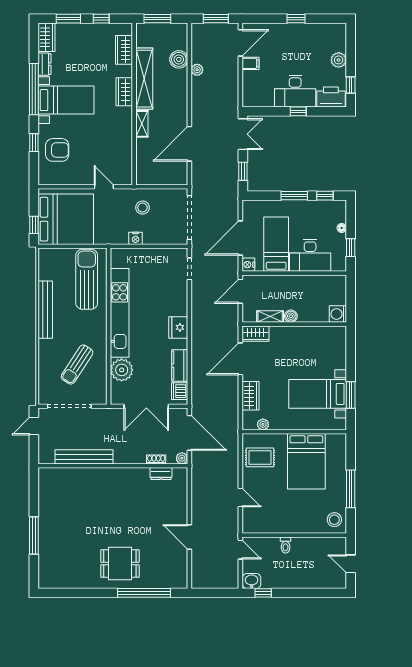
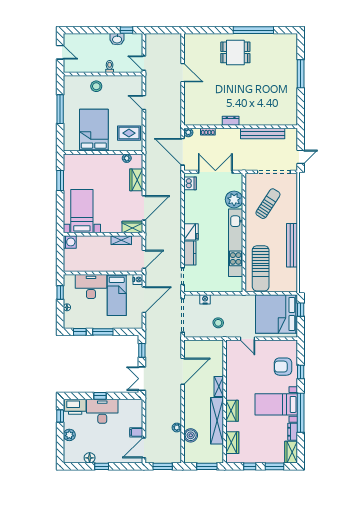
floor lamp: (312, 30) -> (90, 458), added
nightstand: (136, 238) -> (205, 299), moved
boiler: (291, 316) -> (106, 240), removed
kitchen counter: (180, 365) -> (190, 253), moved
bed with nightstands: (318, 394) -> (82, 211), moved, turned -90
dresser: (161, 474) -> (231, 121), moved
stool: (334, 520) -> (96, 86), moved
washbasin: (252, 581) -> (117, 39), moved
window: (144, 593) -> (253, 30), moved

